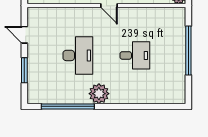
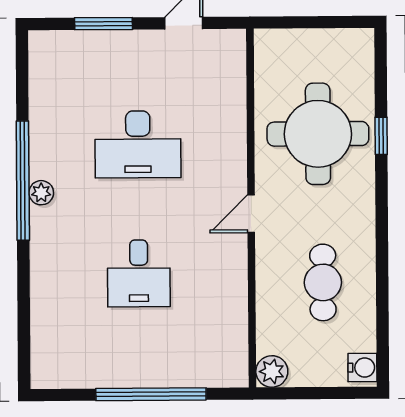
plant: (99, 94) -> (41, 193), width x0.53, depth x0.53
window: (68, 106) -> (23, 181), moved

